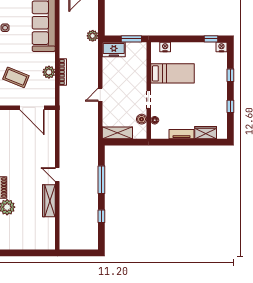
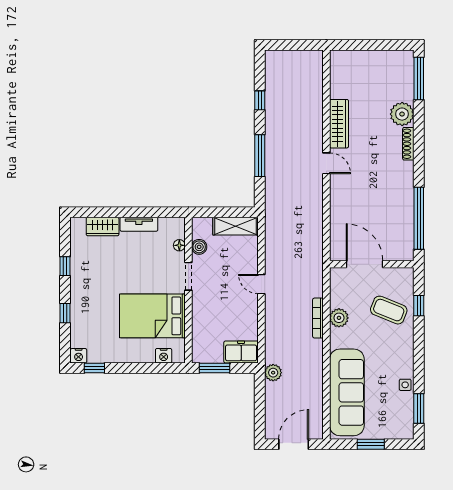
bed: (173, 73) -> (152, 316), width x1.50
door: (100, 95) -> (261, 284), swing flipped

